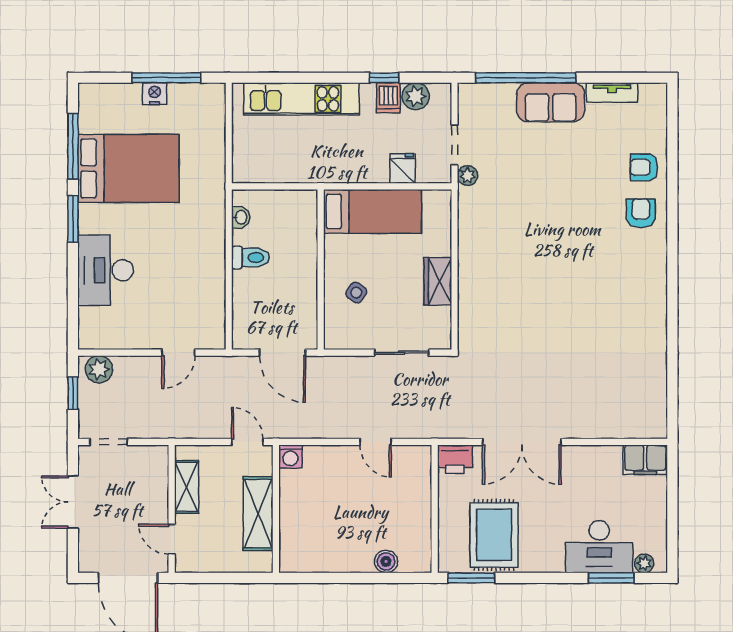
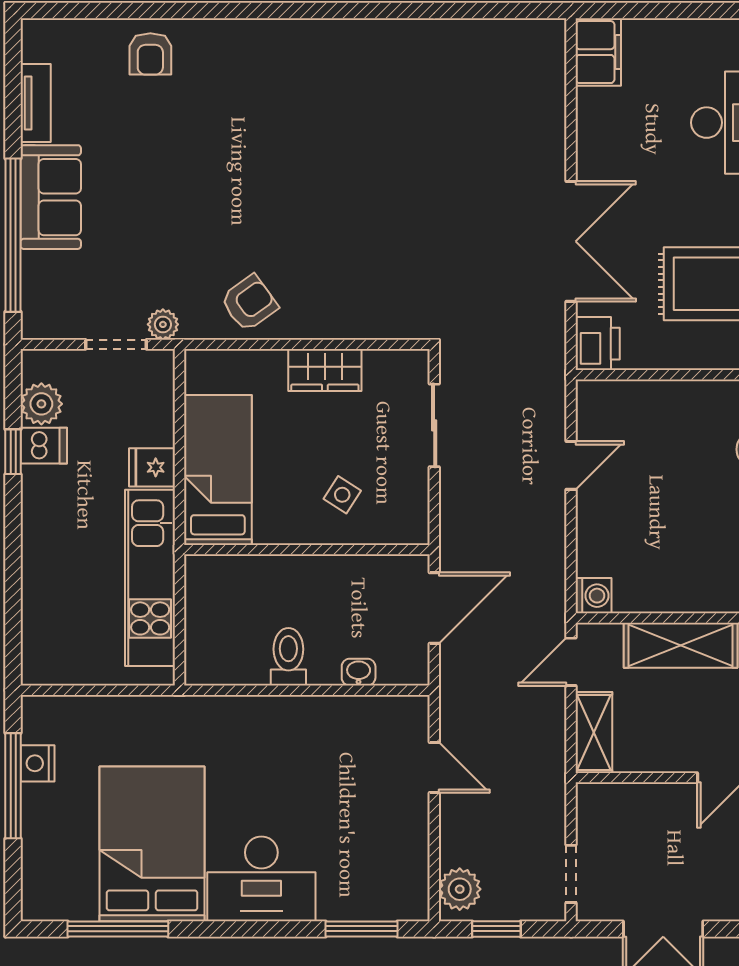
nightstand: (155, 94) -> (37, 763), moved
kitchen unit: (301, 99) -> (150, 578), moved, turned 180
fridge: (403, 168) -> (152, 467), moved
armchair: (641, 213) -> (249, 303), moved, turned 144
washbasin: (241, 217) -> (359, 672), moved
window: (73, 219) -> (362, 929), moved
desk: (106, 270) -> (261, 879), moved
shelving: (187, 487) -> (594, 732), moved, turned 90

